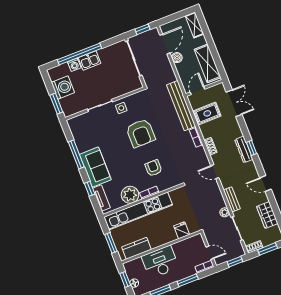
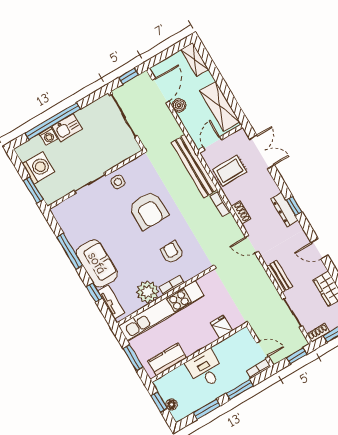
plant: (225, 212) -> (273, 295), removed
desk: (160, 262) -> (205, 369), width x0.73

